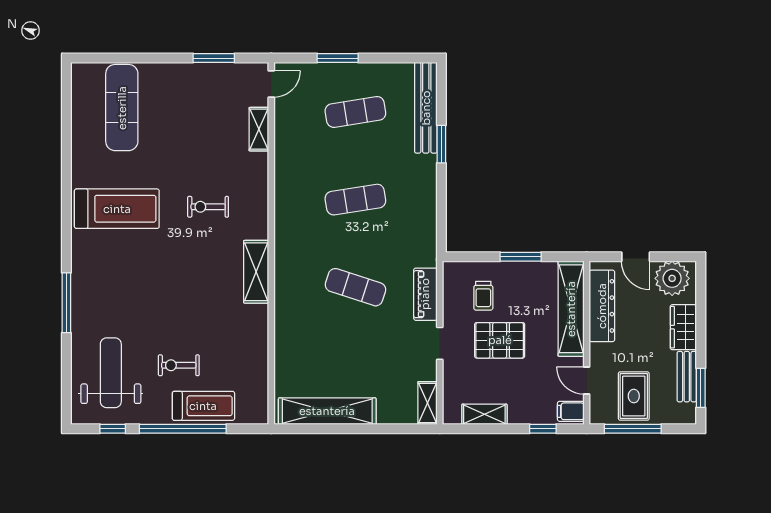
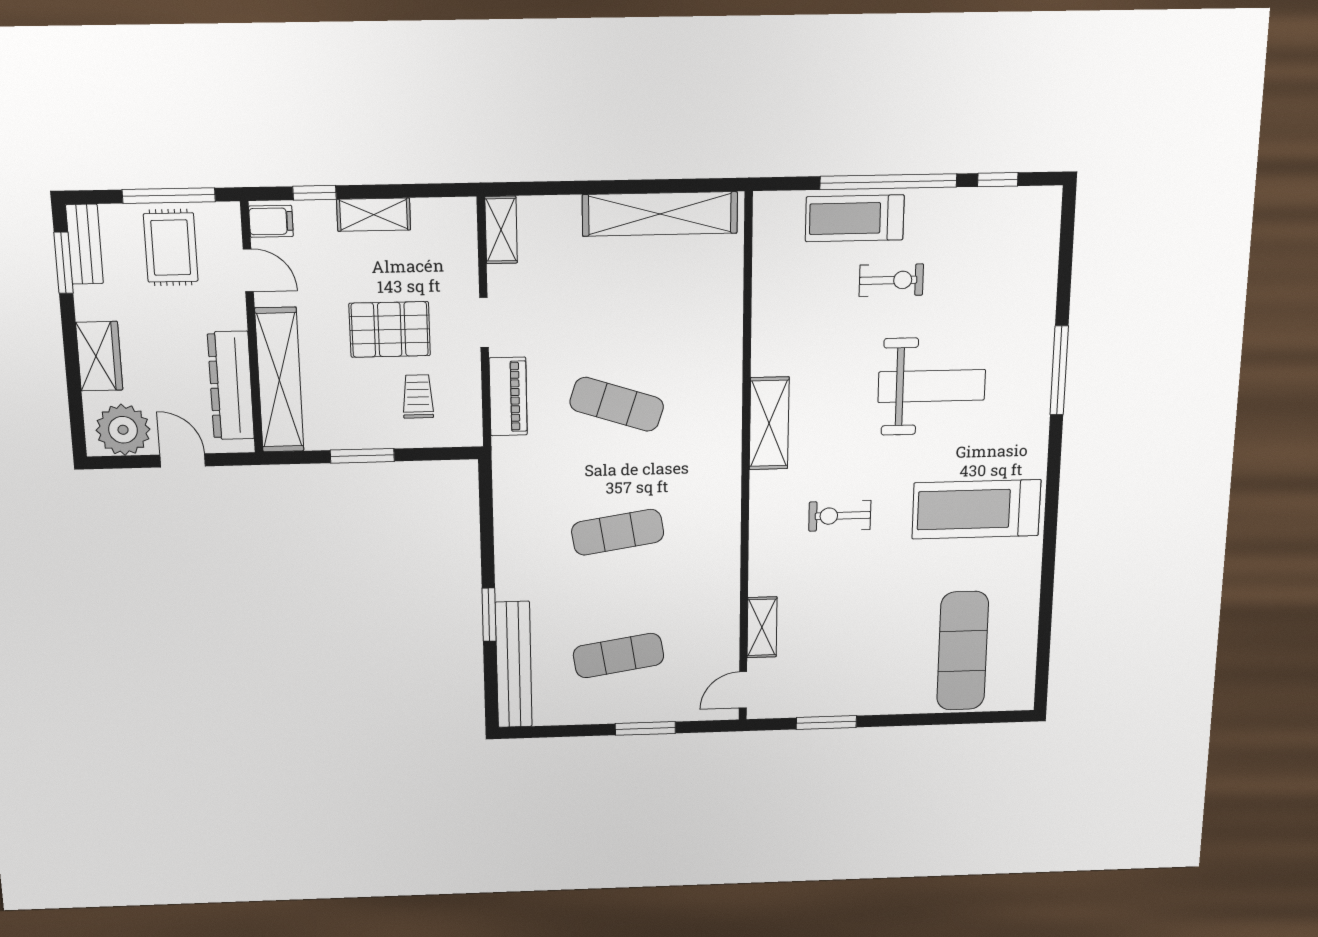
exercise bike: (208, 207) -> (840, 516), turned 180
weight bench: (111, 373) -> (932, 386), moved, turned -90
bench: (687, 377) -> (85, 244), moved
shelving: (484, 414) -> (374, 215), moved

